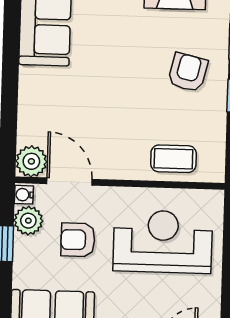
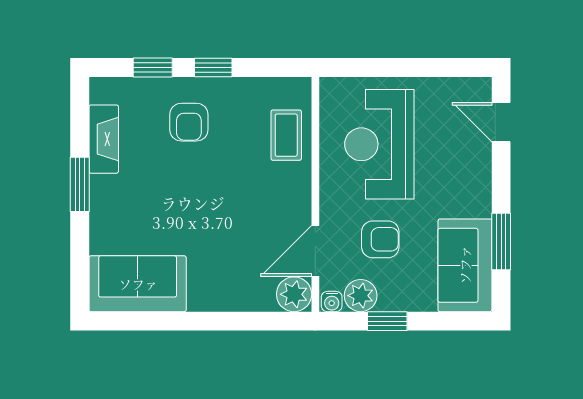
armchair: (188, 72) -> (189, 122), turned -103
armchair: (78, 240) -> (380, 239), turned -90

